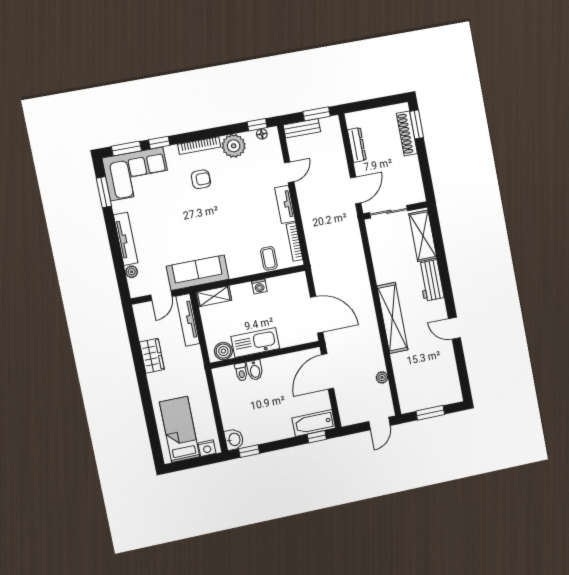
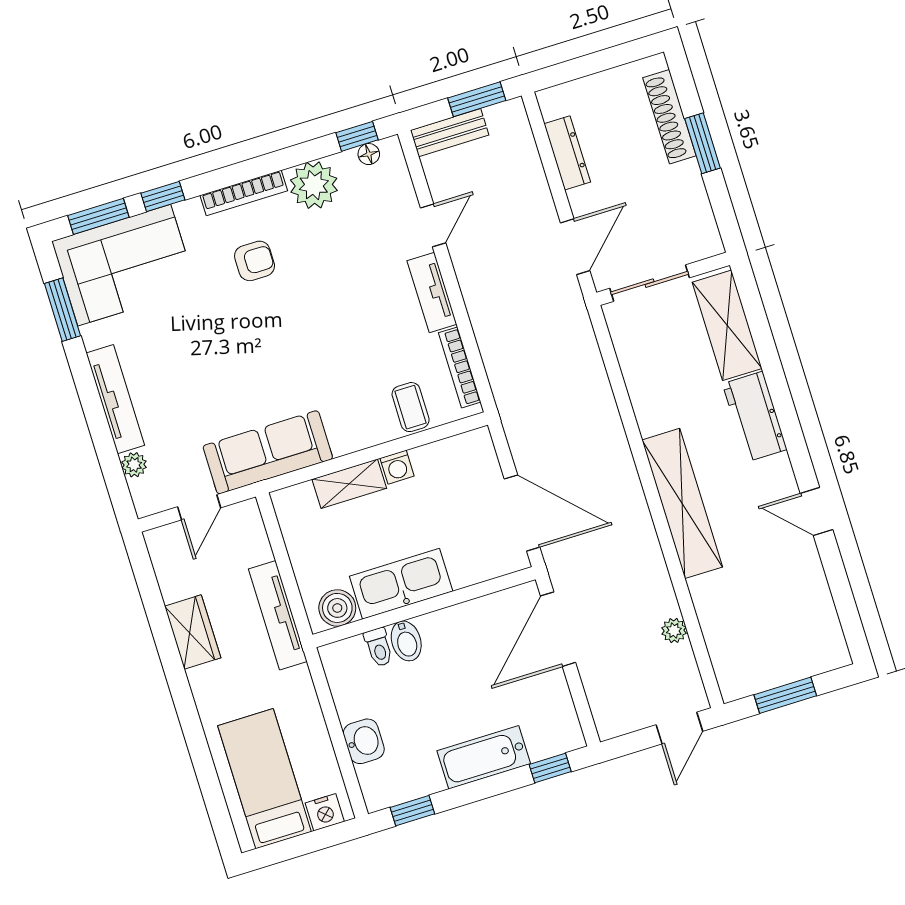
window: (417, 124) -> (702, 143), moved
shelving: (214, 296) -> (349, 484), moved
tv unit: (188, 320) -> (278, 615), moved
bathtub: (314, 423) -> (484, 757), moved
washbasin: (234, 439) -> (364, 741), moved

